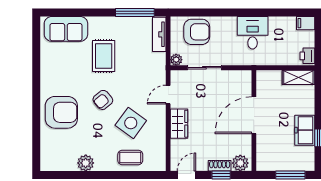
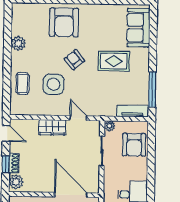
door: (254, 115) -> (71, 195), moved
side table: (131, 123) -> (53, 84), turned -36

